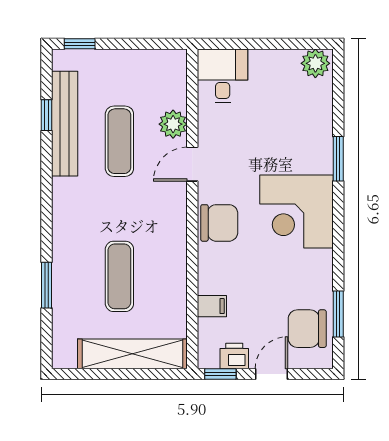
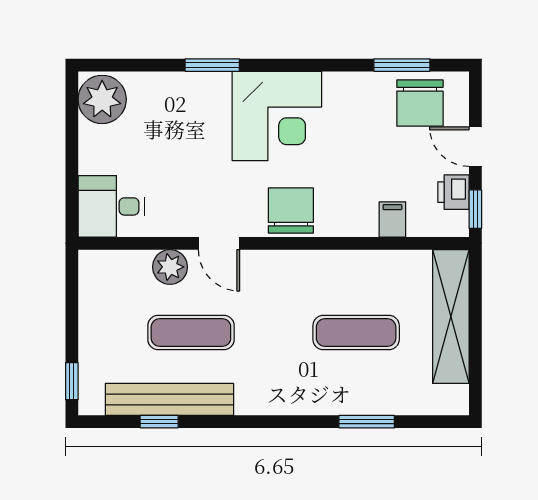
plant: (315, 63) -> (102, 99), width x1.36, depth x1.36

